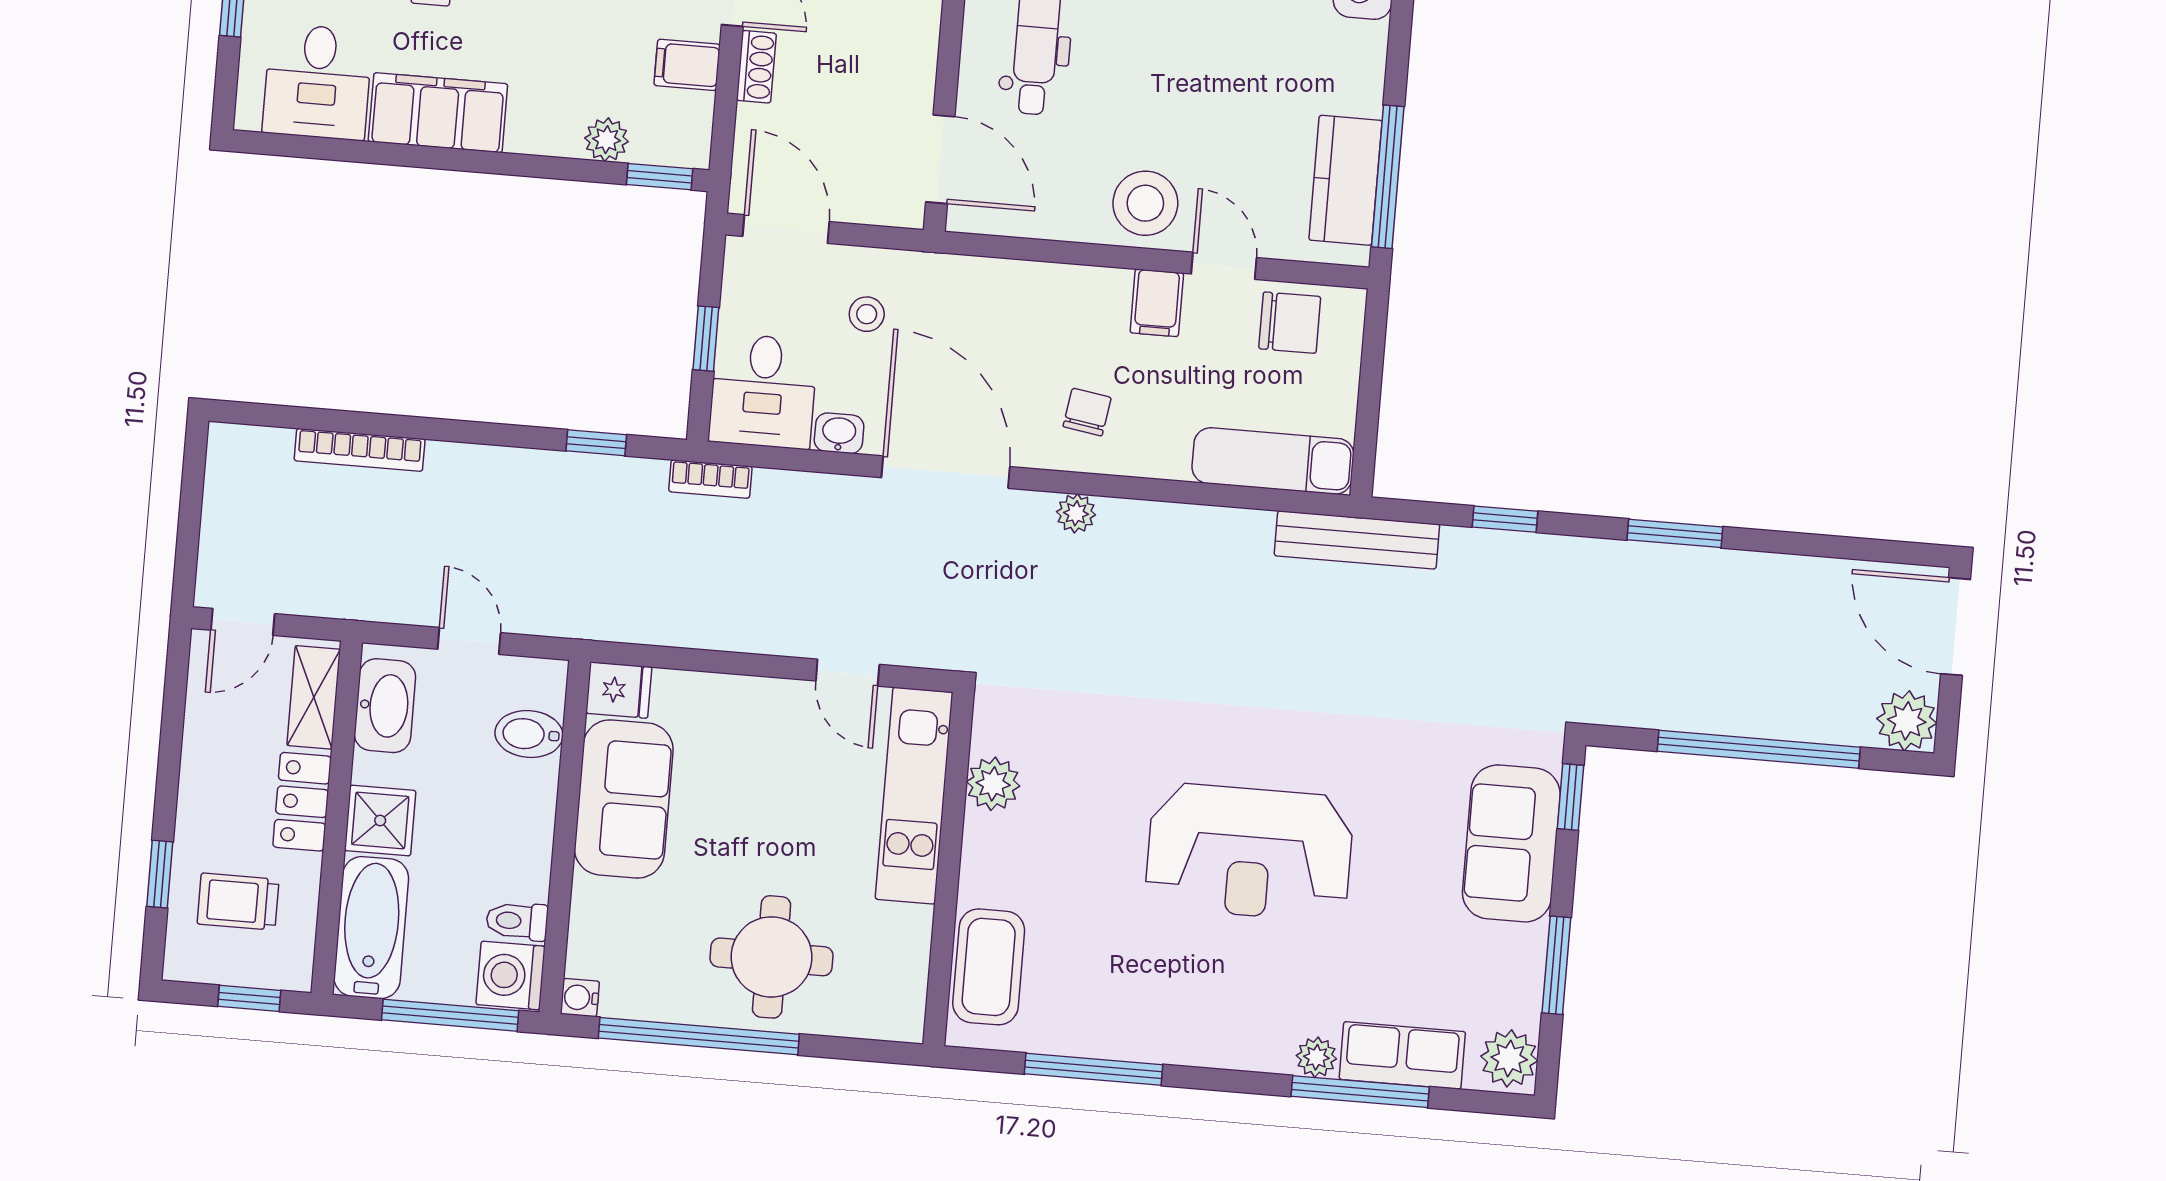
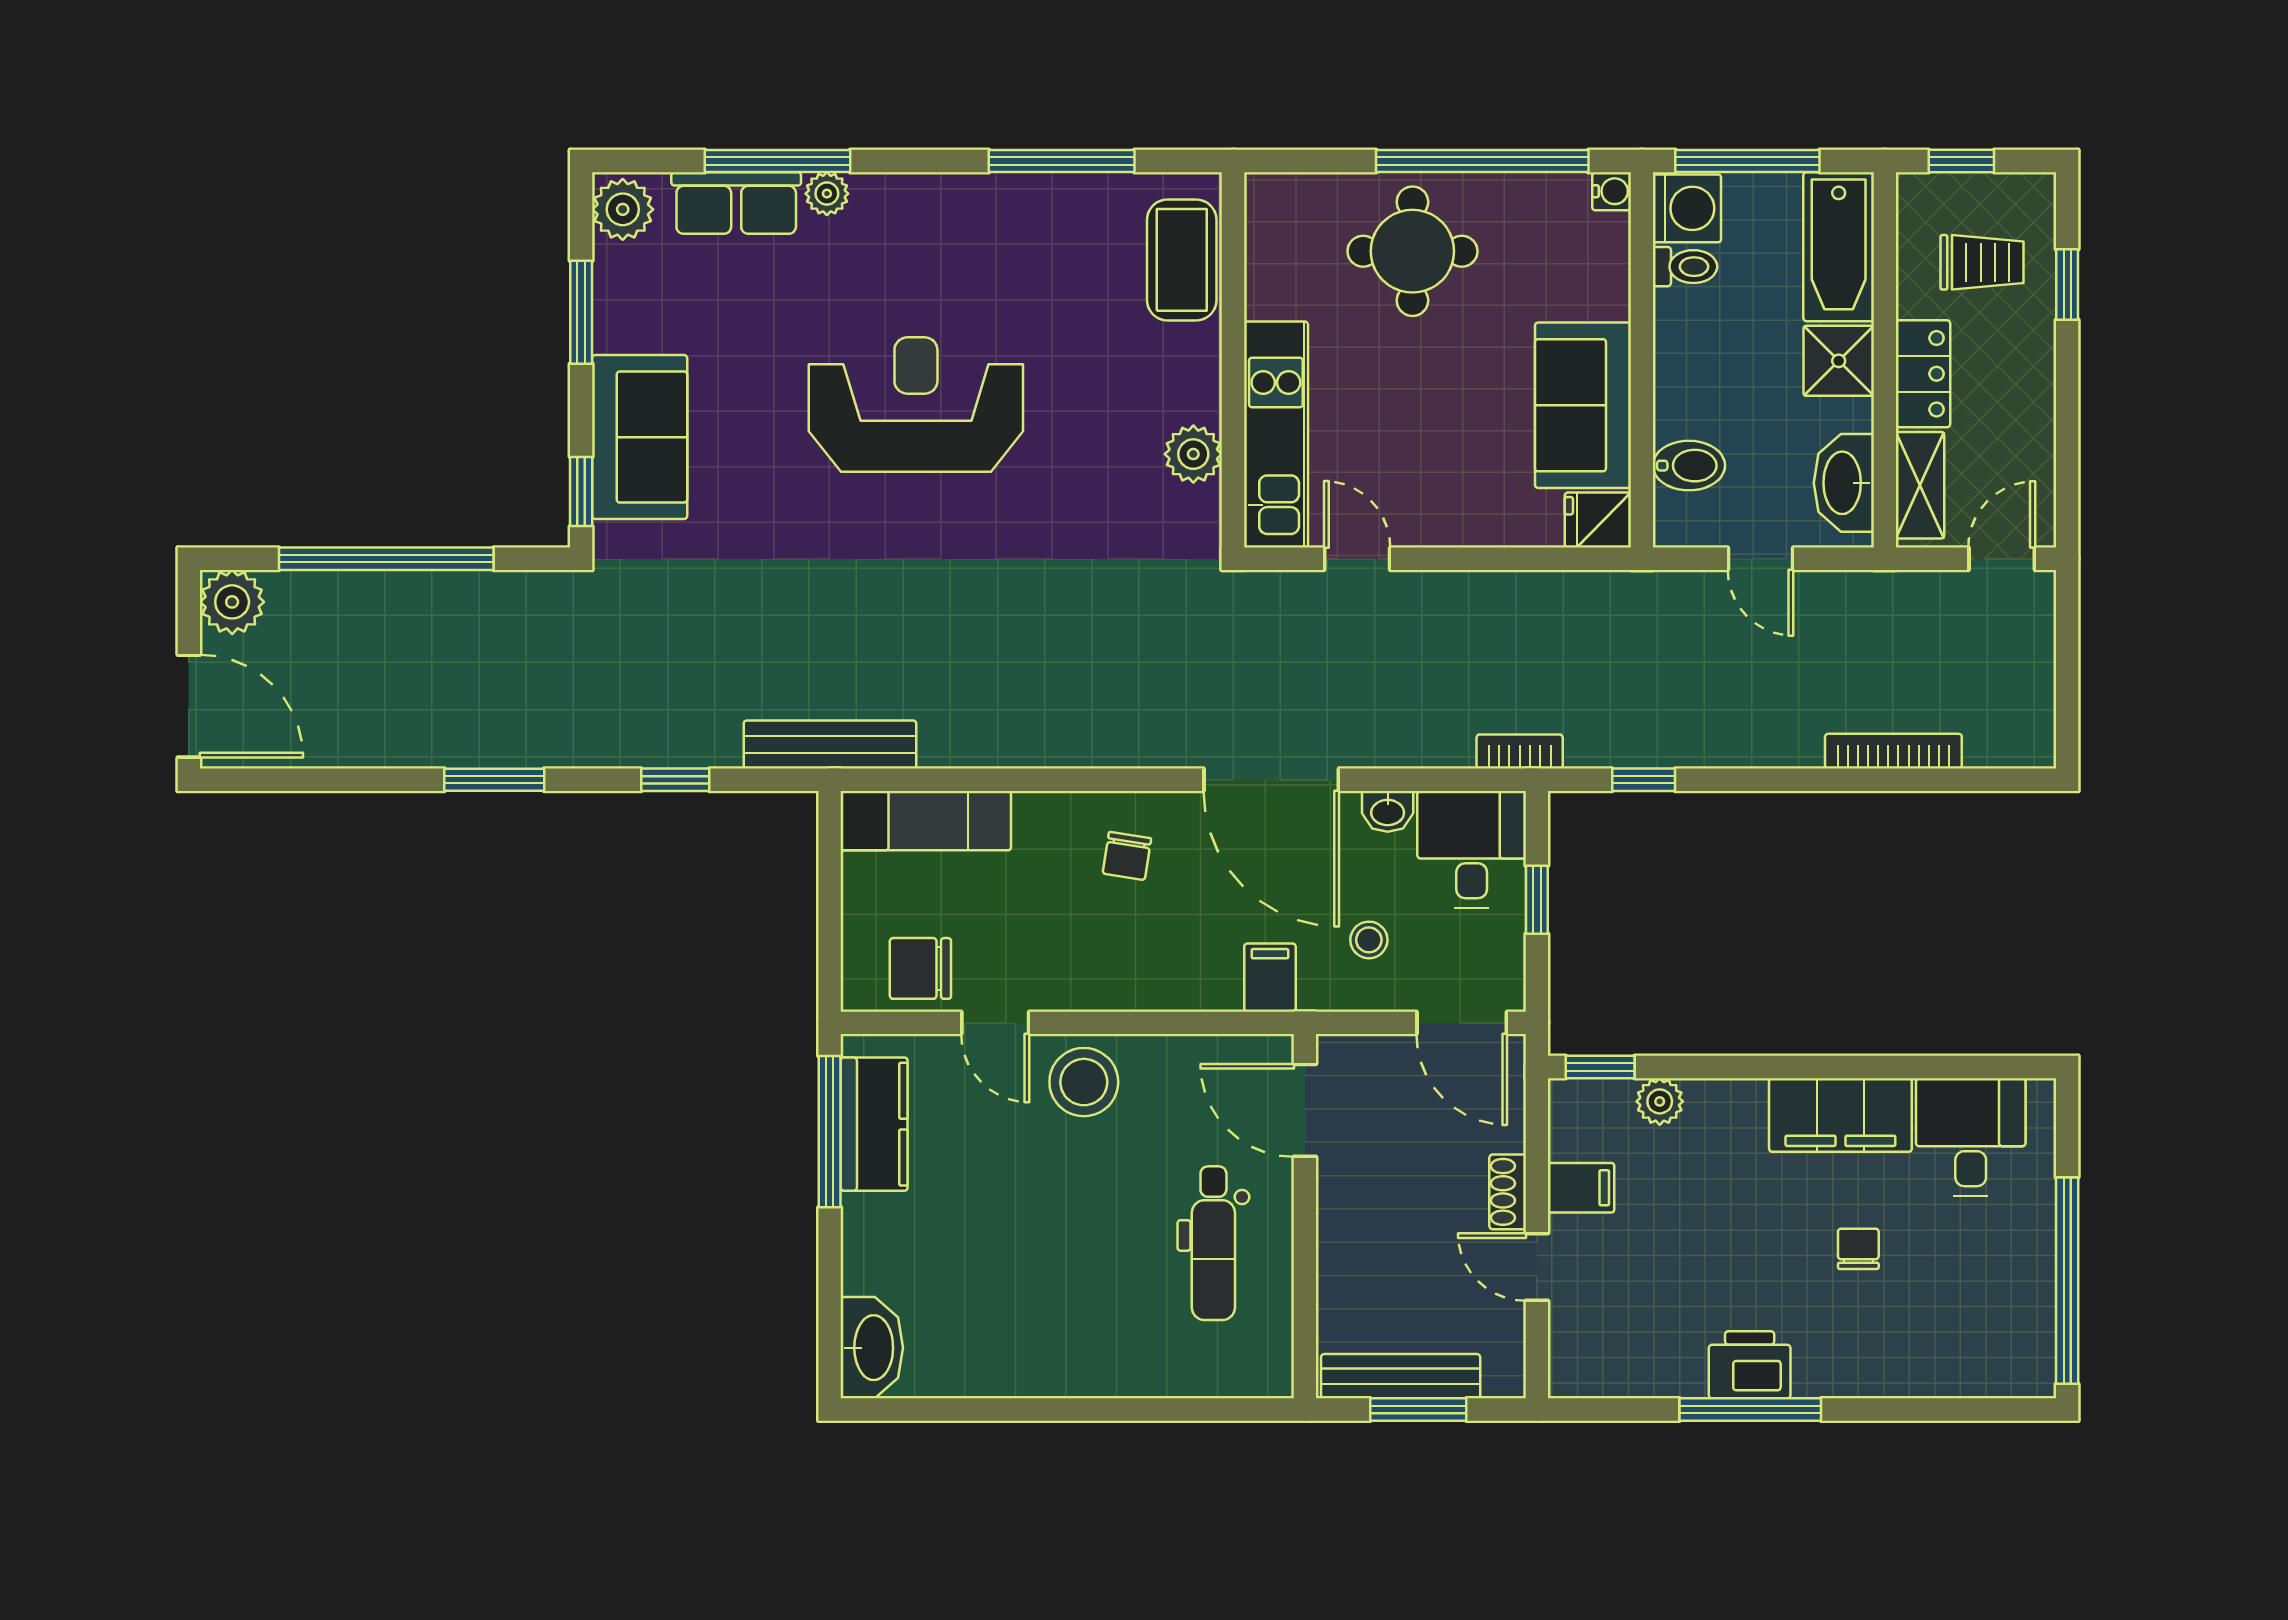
filing cabinet: (1157, 303) -> (1270, 978), moved
plant: (1076, 513) -> (1130, 748), removed

